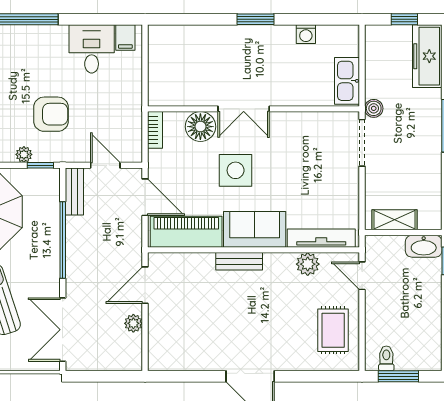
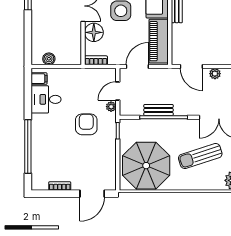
boiler: (157, 53) -> (49, 59), added
plant: (24, 154) -> (111, 107), moved
bench: (74, 192) -> (158, 110), moved

